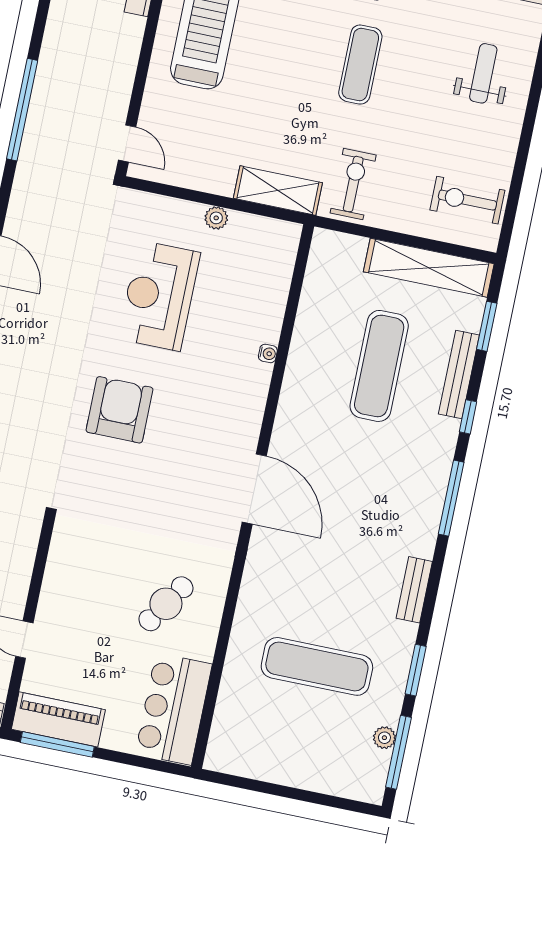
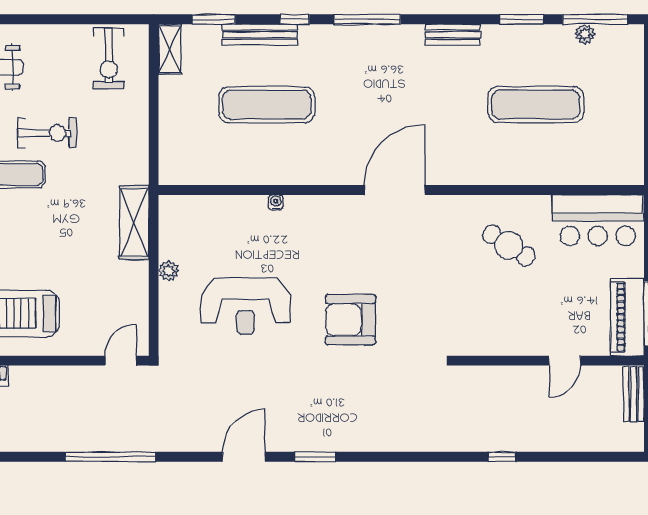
exercise bike: (353, 184) -> (47, 133), moved, turned 180
shelving: (429, 268) -> (170, 49), width x0.45, depth x0.75
exercise mat: (317, 666) -> (536, 105), turned 90

